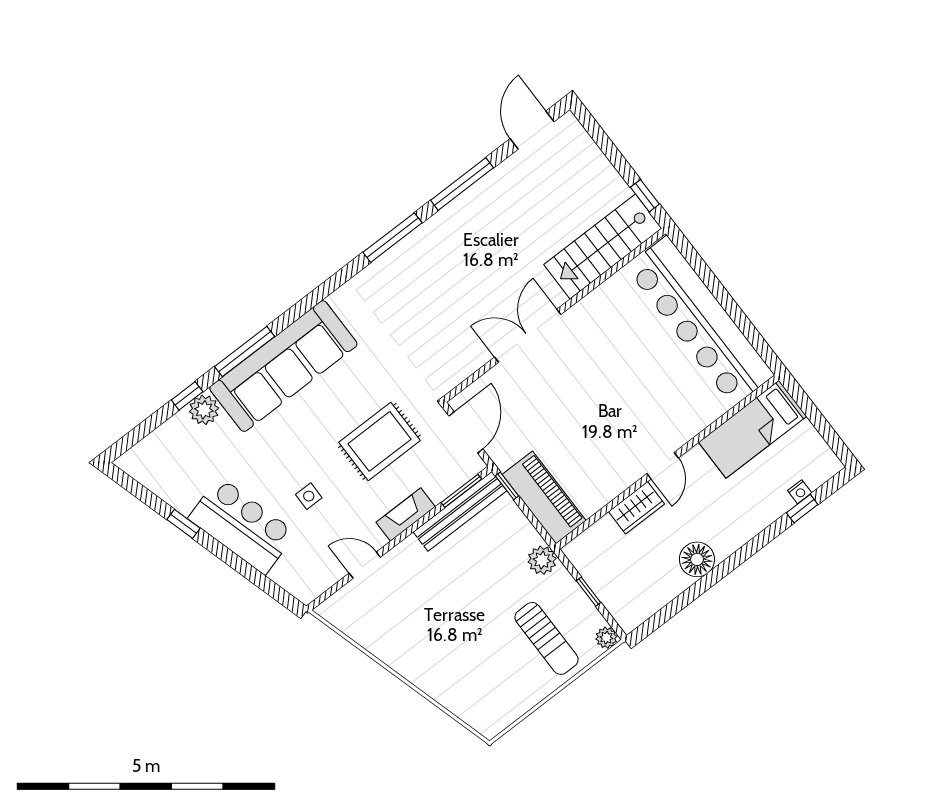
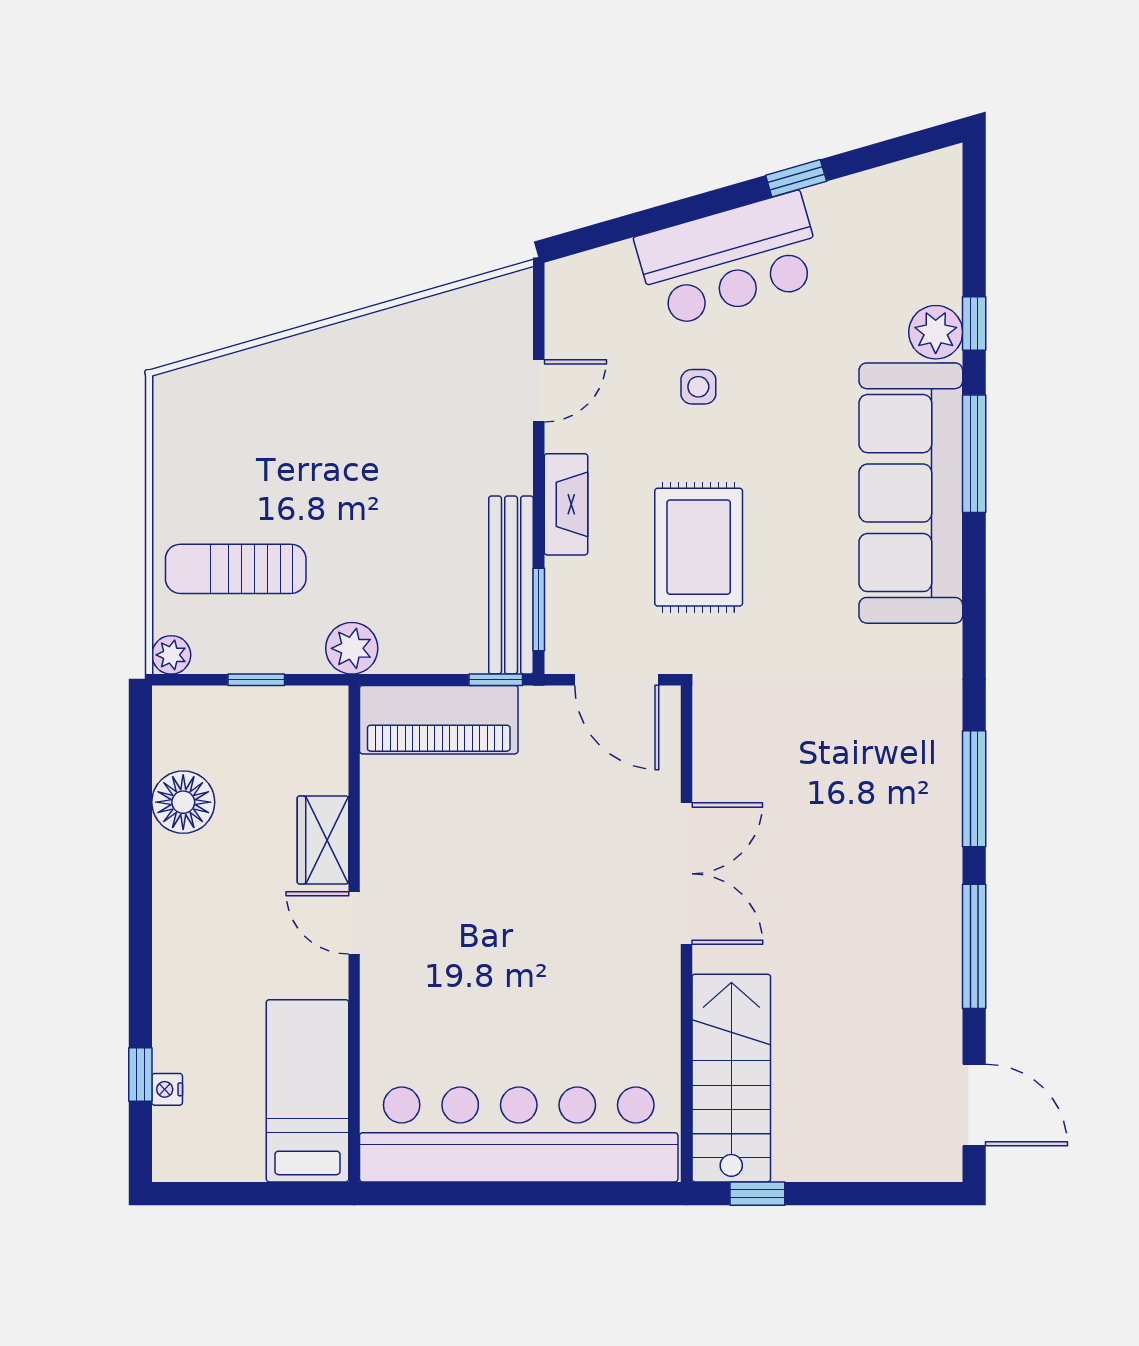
floor lamp: (697, 559) -> (183, 802), moved

